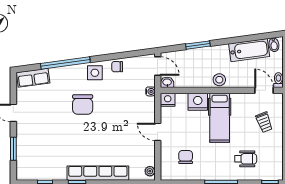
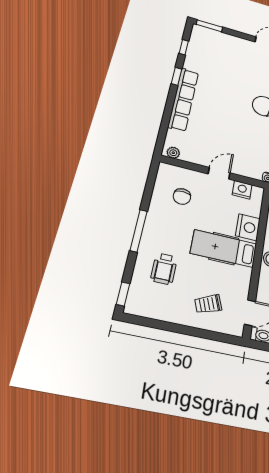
nightstand: (168, 100) -> (242, 190), moved, turned -90
window: (13, 149) -> (209, 26), moved
chair: (186, 157) -> (182, 197), turned 90

